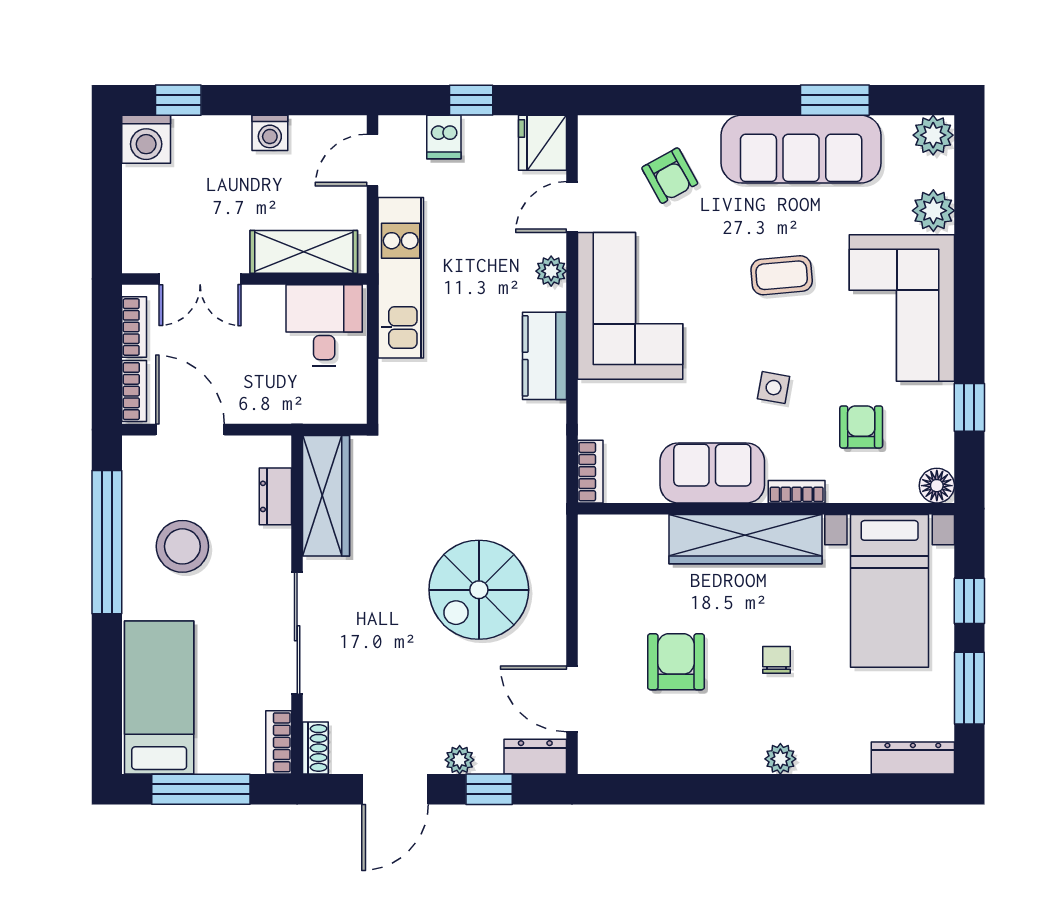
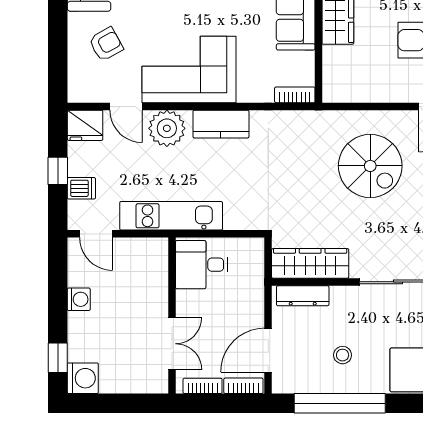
shelving: (304, 252) -> (155, 278), removed
plant: (551, 271) -> (167, 128), width x1.87, depth x1.87
dresser: (275, 496) -> (303, 296), width x1.44
stool: (182, 546) -> (343, 355), width x0.53, depth x0.53

